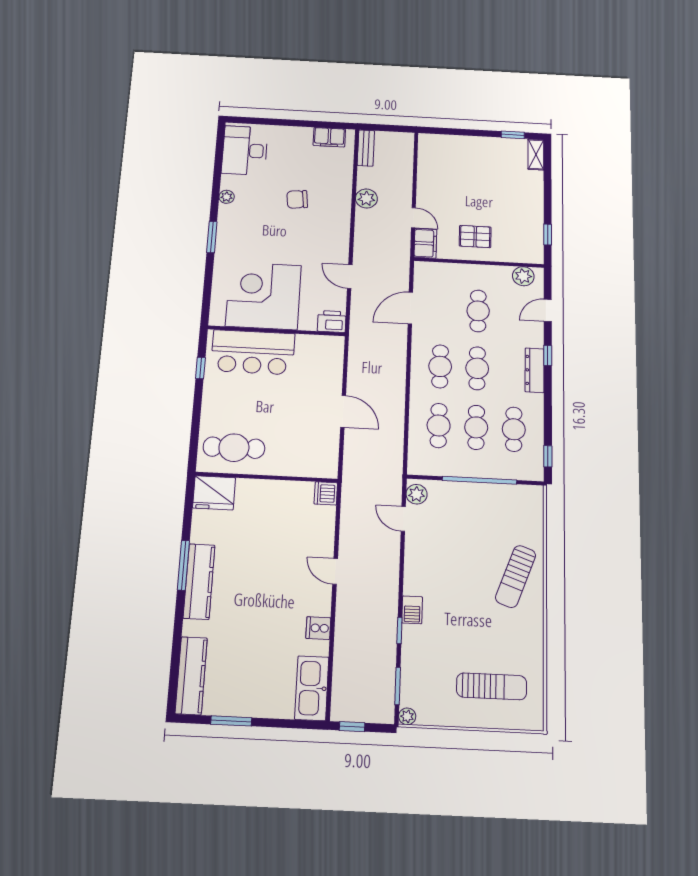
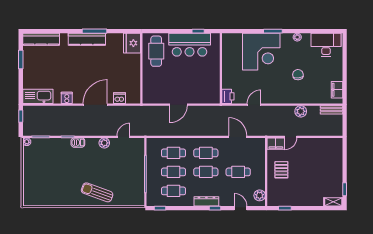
corner desk: (264, 296) -> (261, 52), moved, turned 90
bar counter: (253, 352) -> (190, 45), moved, turned -90
dishwasher: (326, 493) -> (119, 98), moved
plant: (417, 494) -> (104, 143), moved
door: (335, 571) -> (95, 105), width x1.88
sun lounger: (492, 686) -> (43, 181), removed

